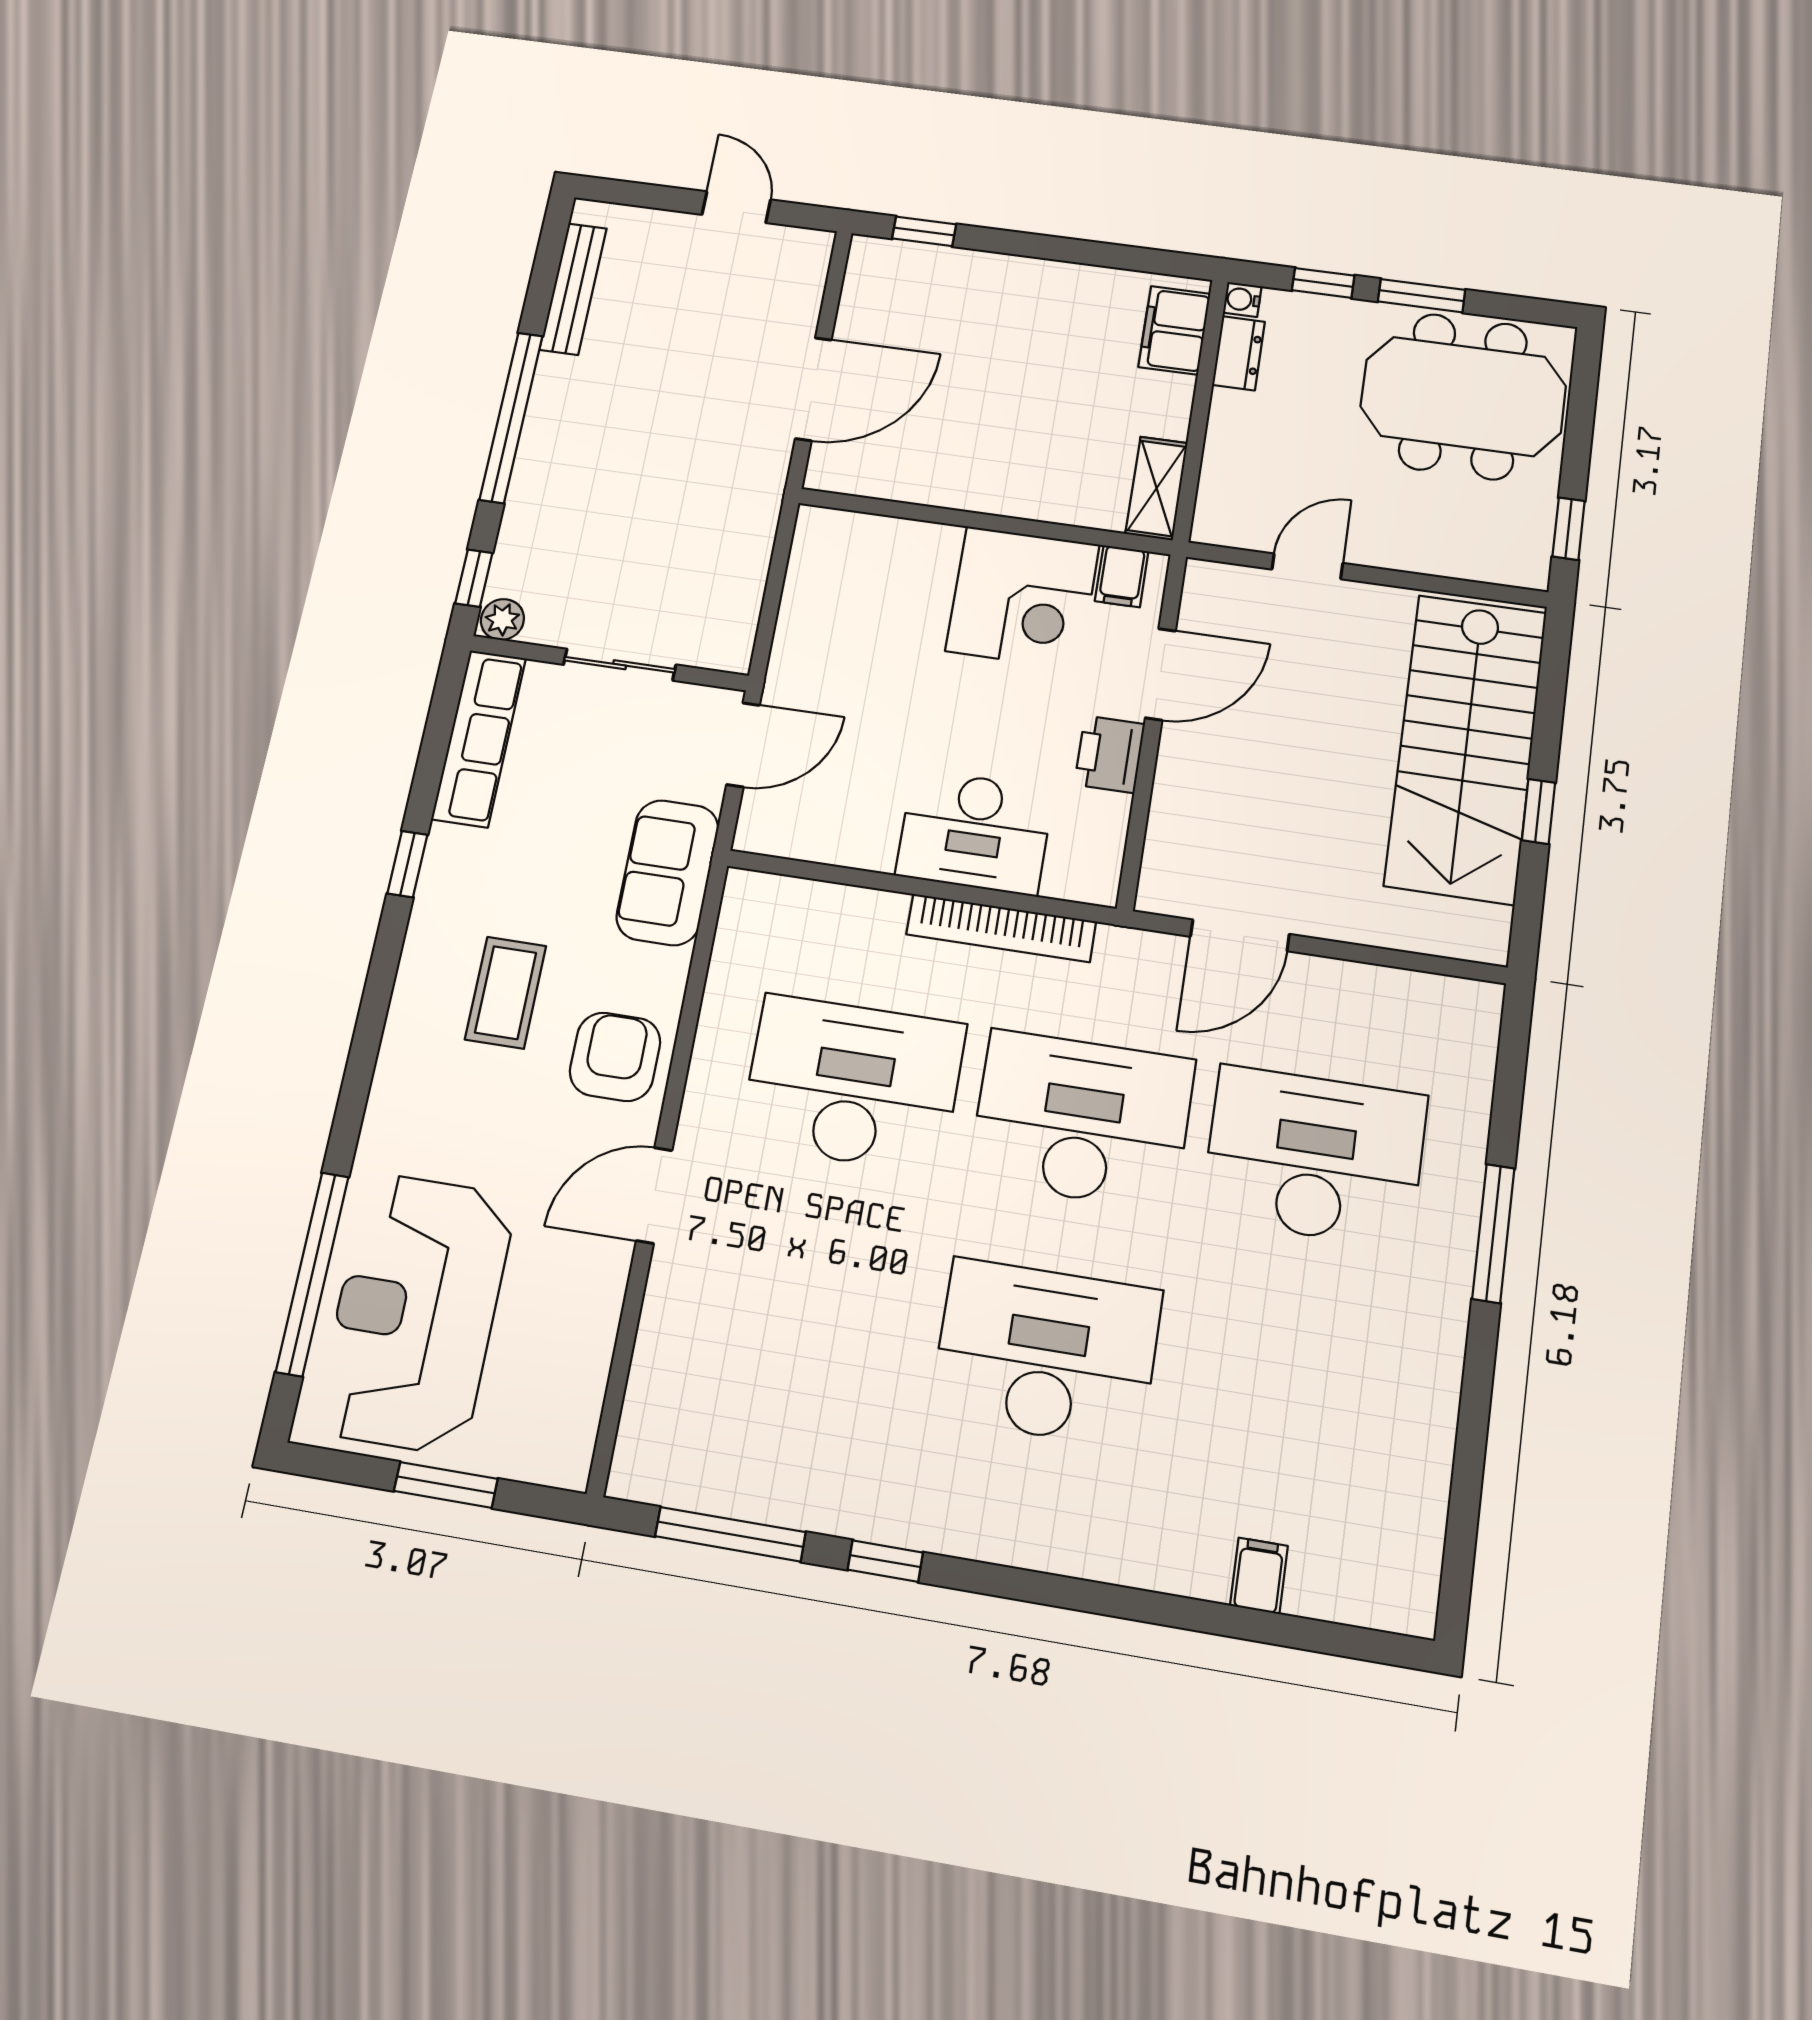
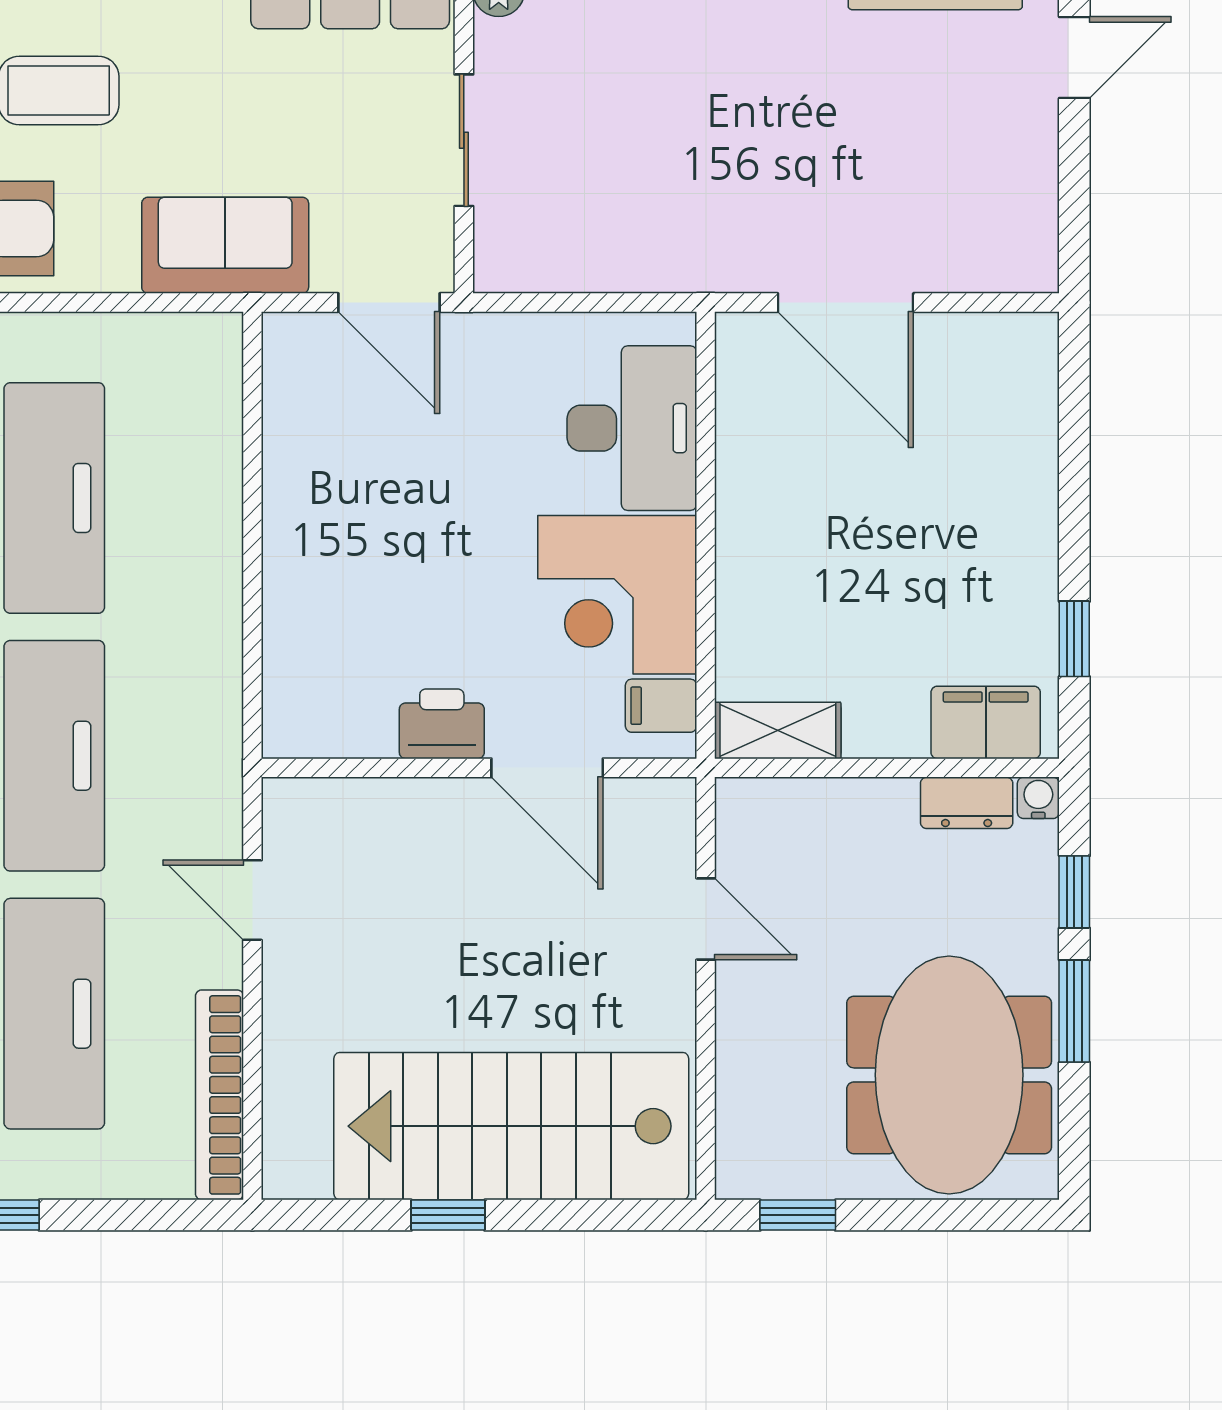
door: (736, 207) -> (1074, 58), moved
window: (924, 231) -> (1074, 639), moved
desk: (975, 832) -> (632, 428), moved, turned 180
bookcase: (1001, 928) -> (219, 1095), moved
door: (1240, 935) -> (252, 900), width x0.73

